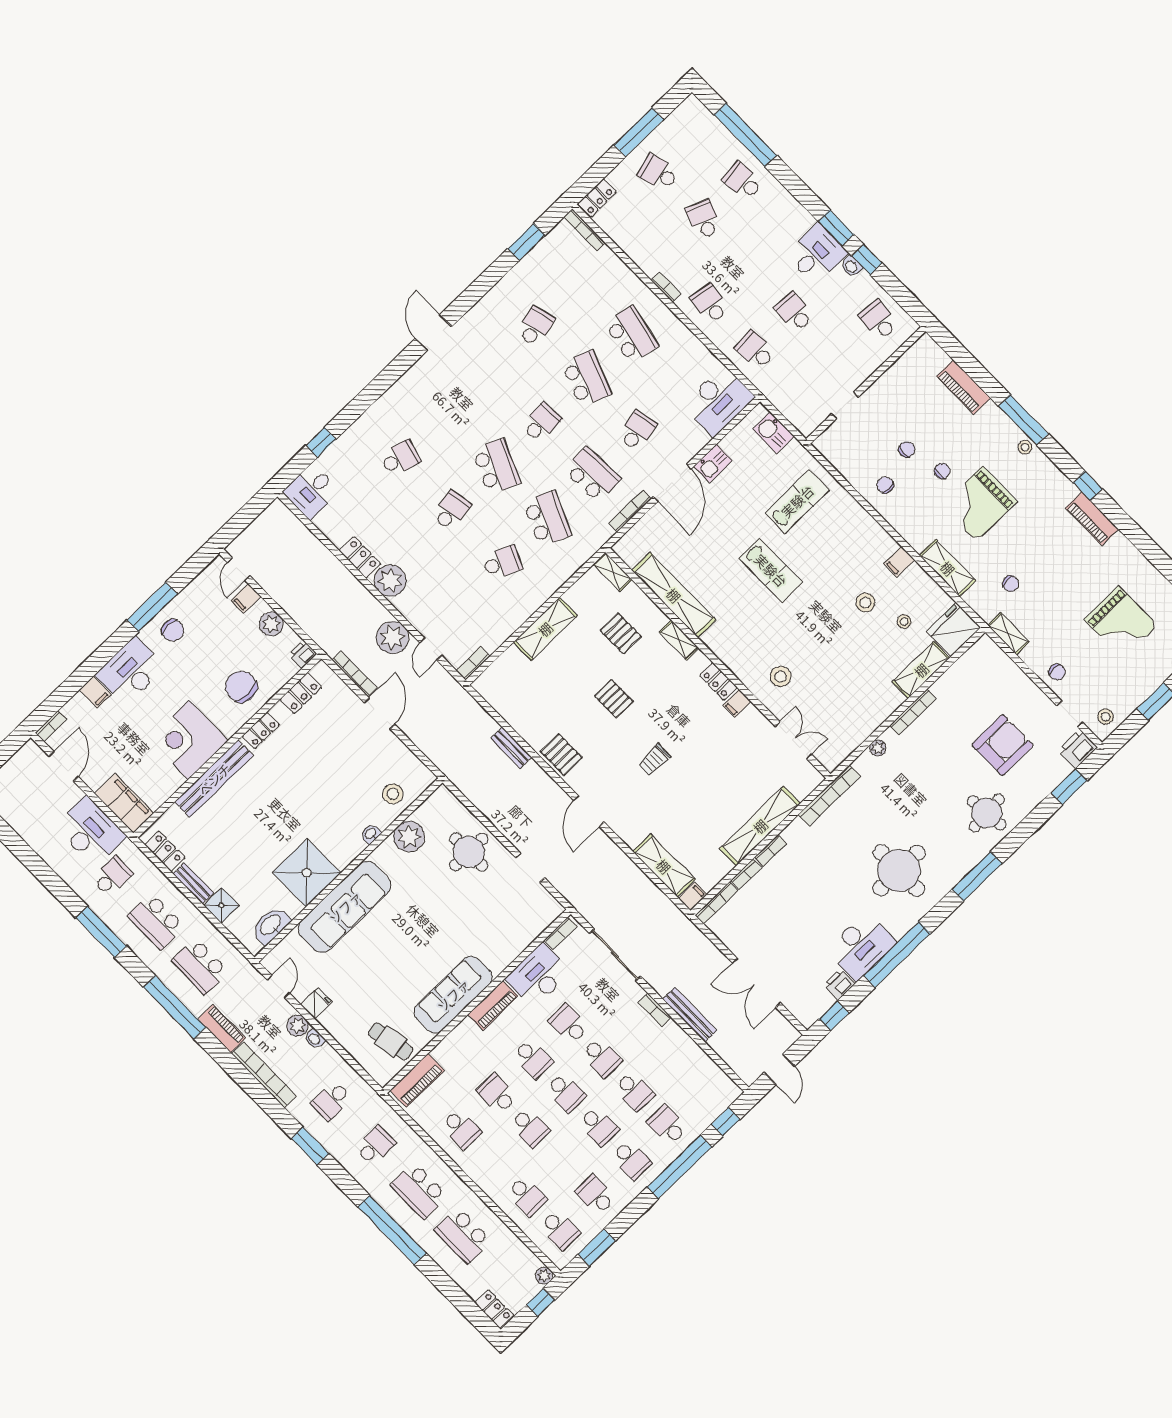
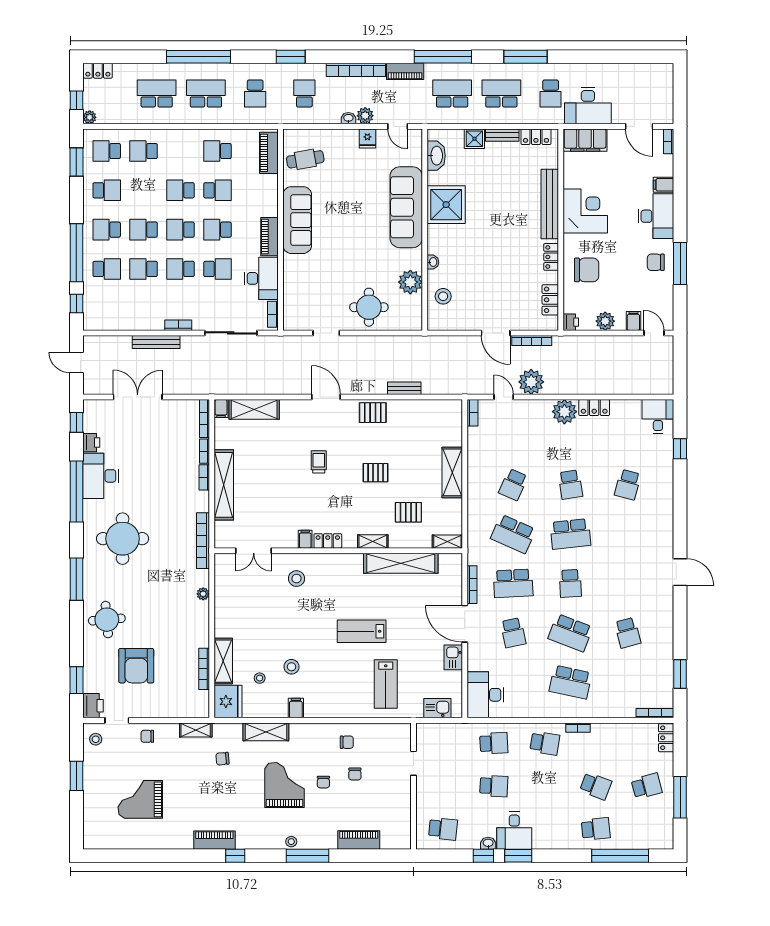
school desk: (496, 466) -> (570, 534), turned -30
bookcase: (913, 712) -> (204, 669), moved

